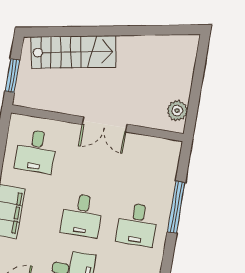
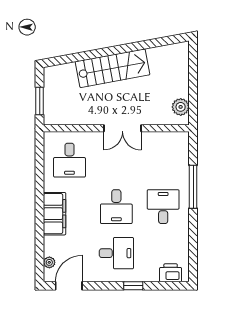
stairs: (73, 52) -> (112, 68), moved
desk: (137, 225) -> (163, 207), turned 180

